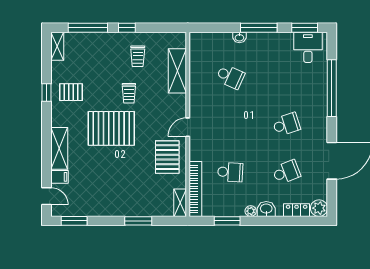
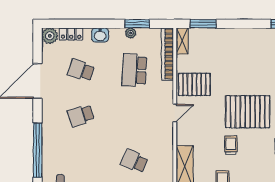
pallet: (167, 157) -> (194, 84), turned 90
school desk: (230, 172) -> (134, 70), width x1.85
school desk: (286, 172) -> (81, 70), turned 39
plant: (251, 211) -> (131, 33), moved
window: (138, 221) -> (203, 24), moved

